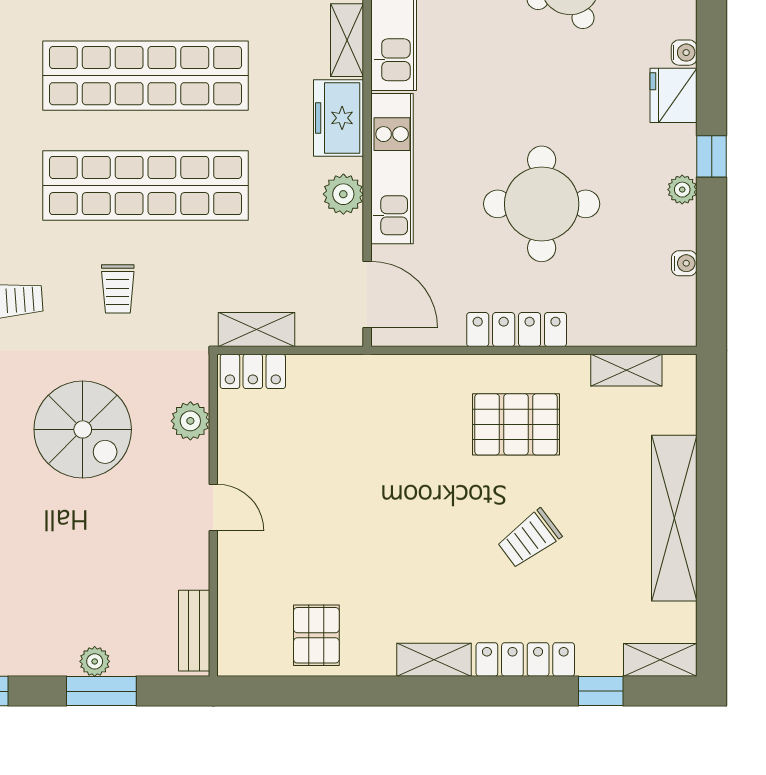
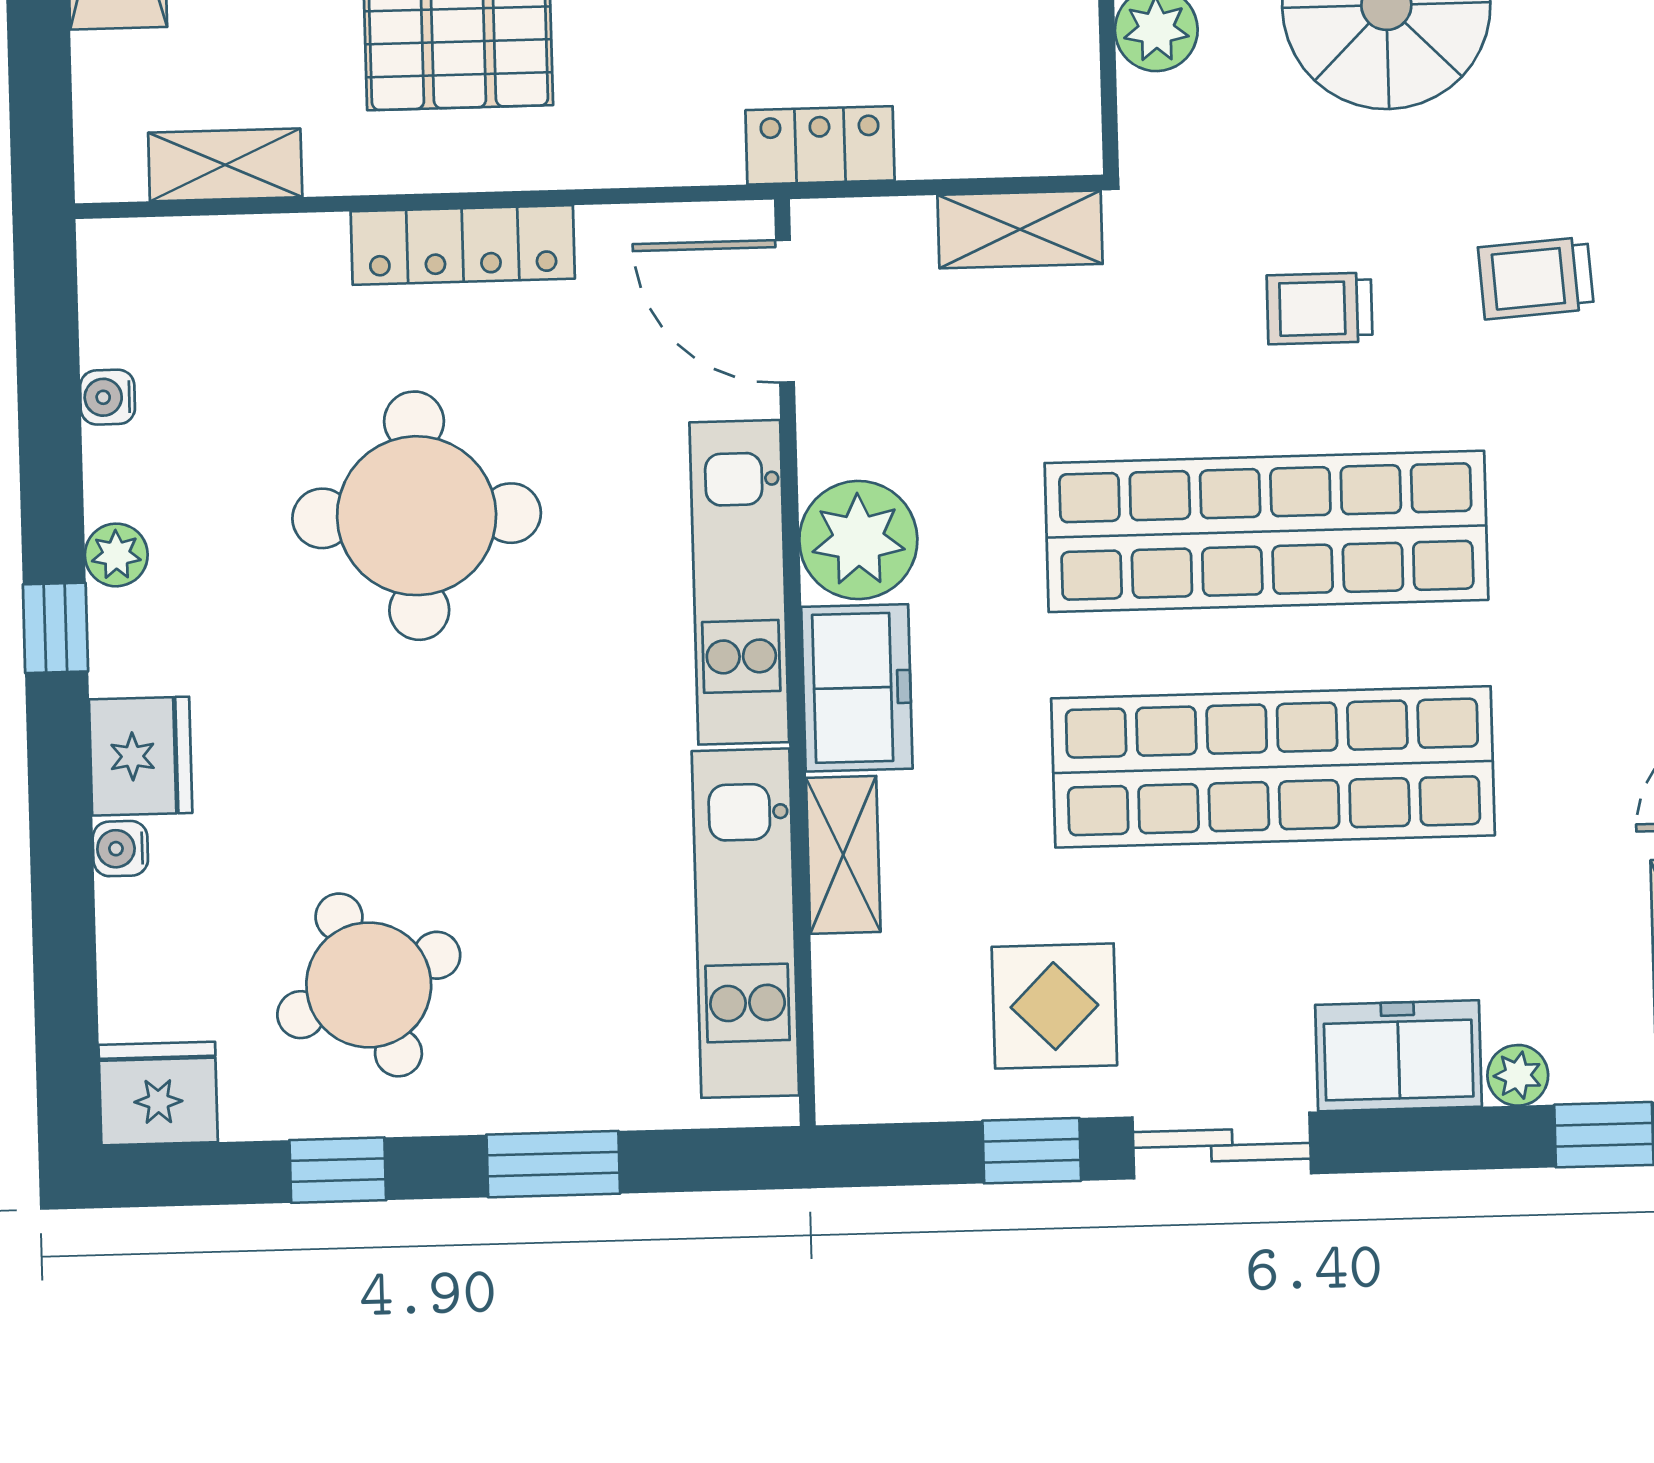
plant: (343, 194) -> (858, 540), width x1.36, depth x1.36
trolley: (118, 289) -> (1320, 308), turned -90
locker: (253, 371) -> (820, 145), moved

